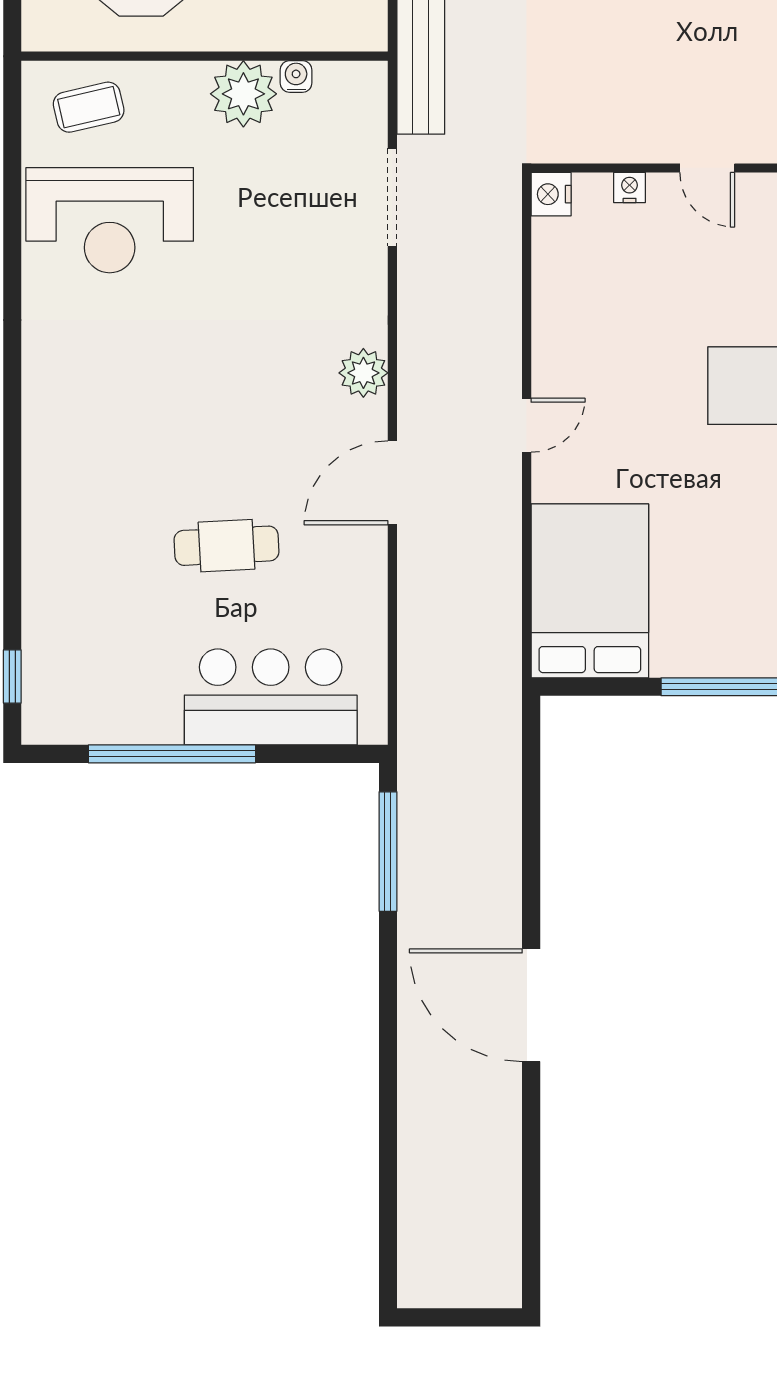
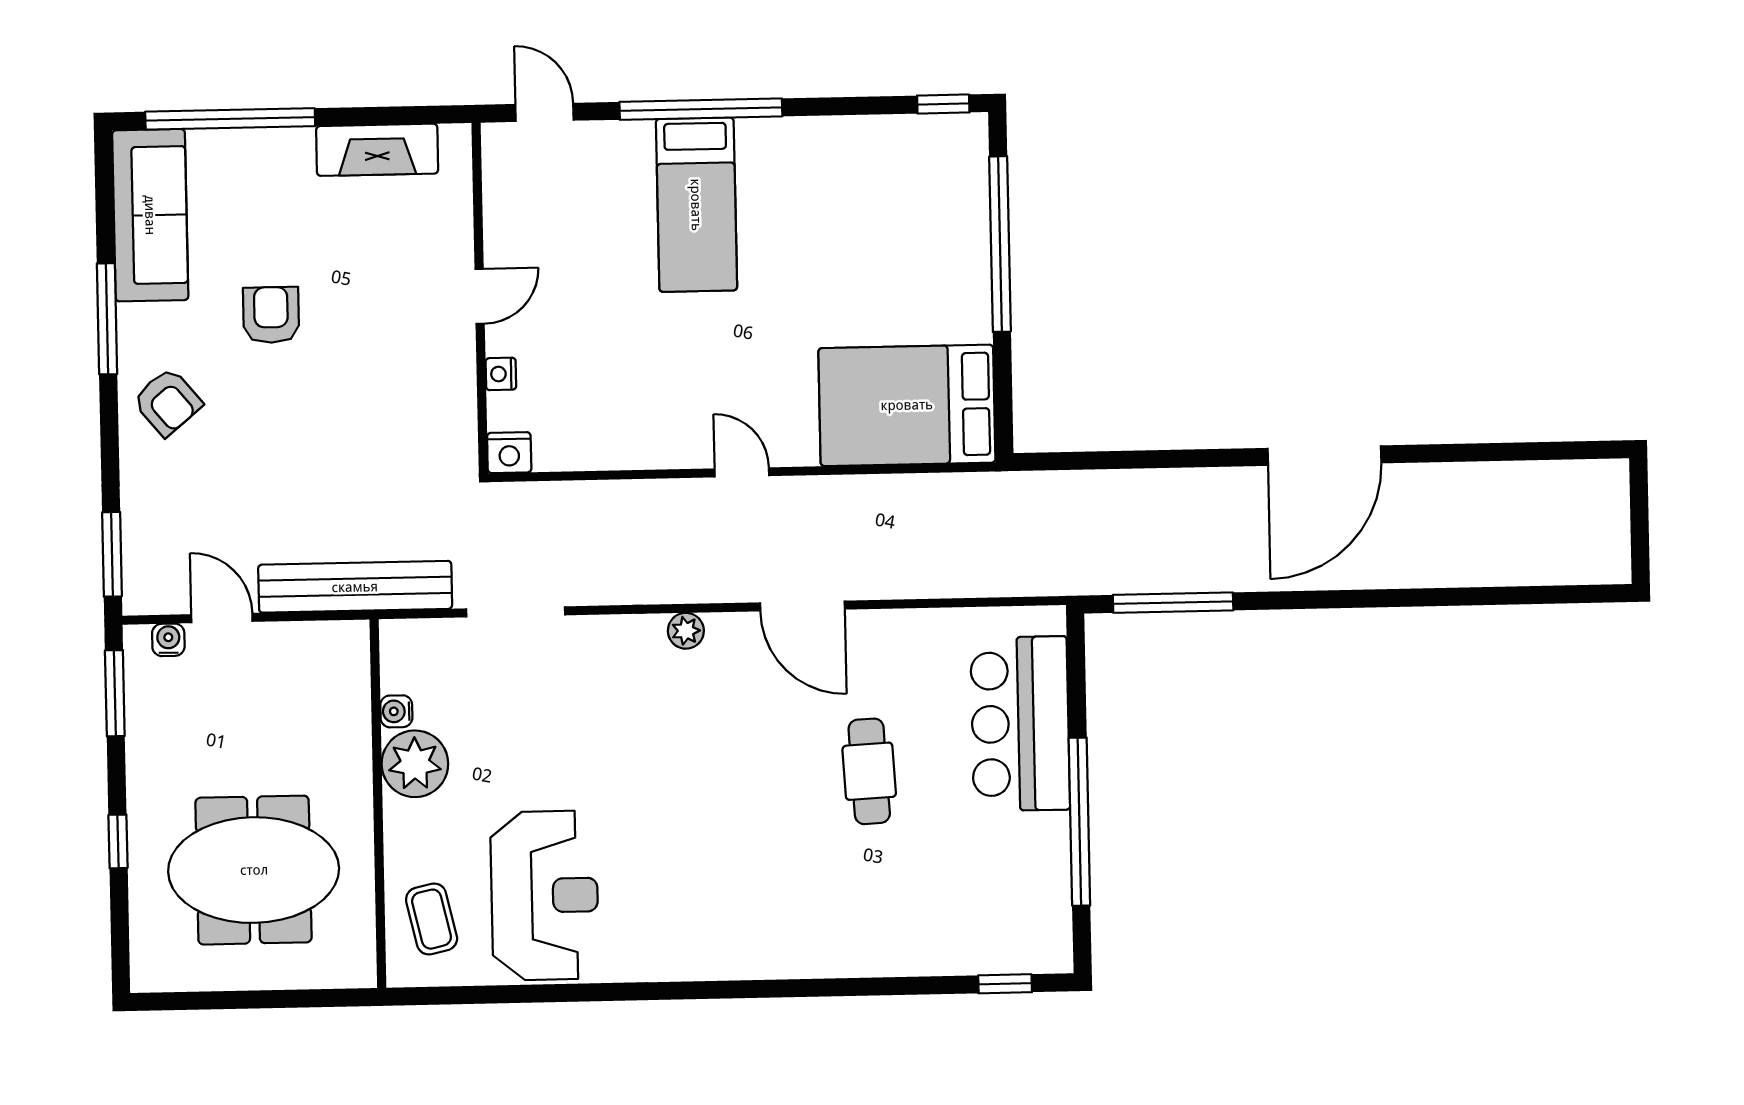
plant: (363, 373) -> (686, 631), width x0.73, depth x0.73

